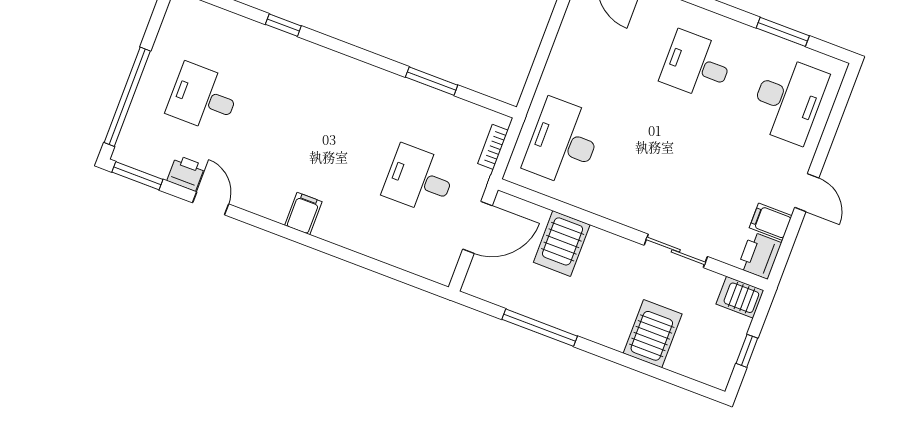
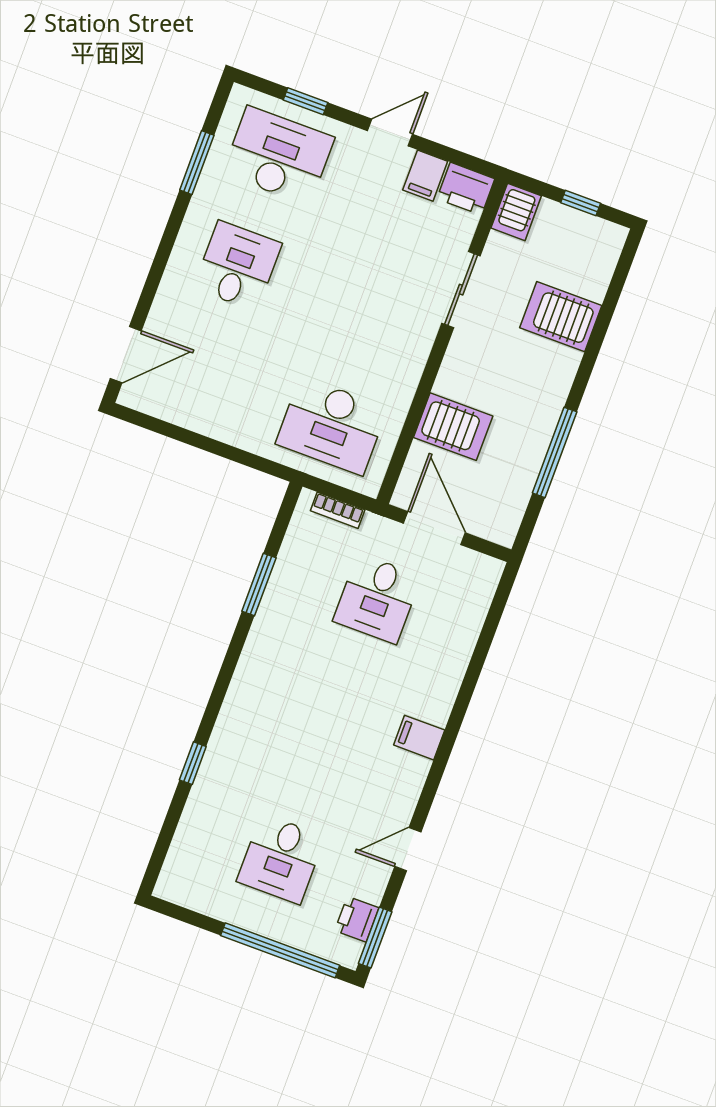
desk: (697, 65) -> (238, 266), turned 180
window: (833, 123) -> (305, 101), added
printer: (186, 173) -> (357, 919), moved

